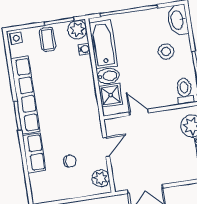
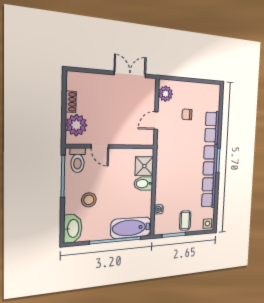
plant: (77, 30) -> (161, 227), removed
bathtub: (103, 44) -> (131, 228), moved, turned 90
door: (139, 112) -> (100, 146), moved

